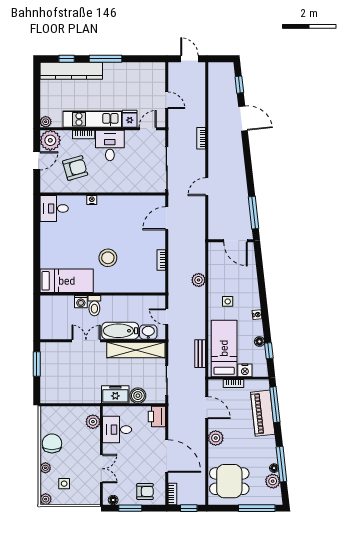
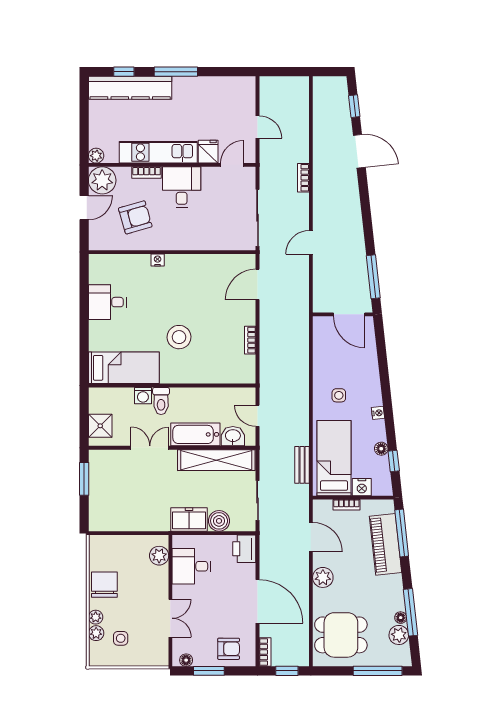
door: (189, 59) -> (288, 72), removed
desk: (54, 208) -> (107, 302), moved
plant: (199, 280) -> (300, 367), removed
shower: (49, 324) -> (100, 426), added
plant: (46, 499) -> (96, 633), moved

